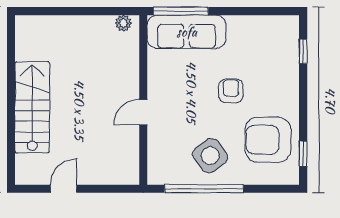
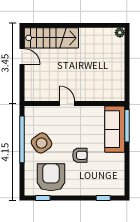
plant: (123, 23) -> (120, 33), moved
stairs: (32, 107) -> (51, 38), moved

